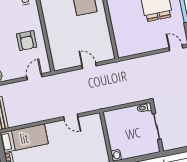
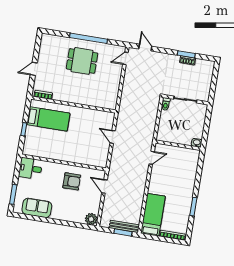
door: (89, 66) -> (113, 137), hinge flipped
door: (71, 117) -> (152, 158), moved

